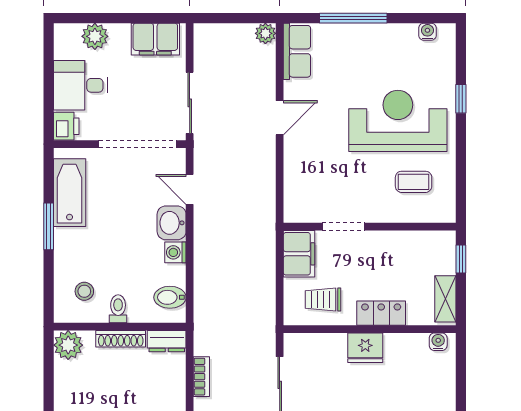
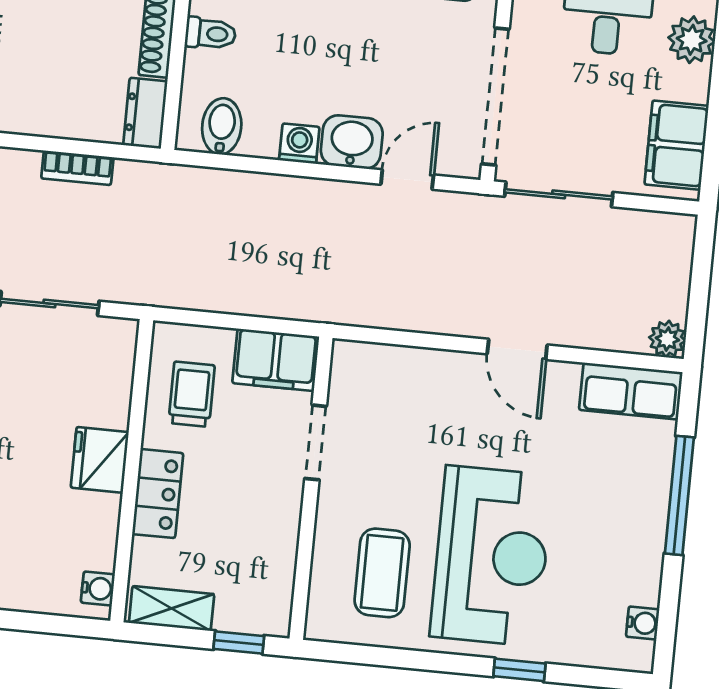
coffee table: (414, 182) -> (382, 573), width x1.36, depth x1.30

